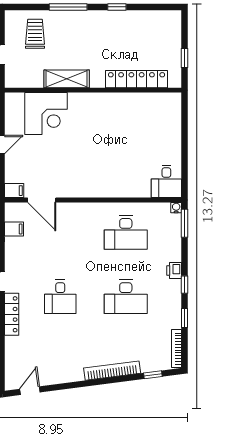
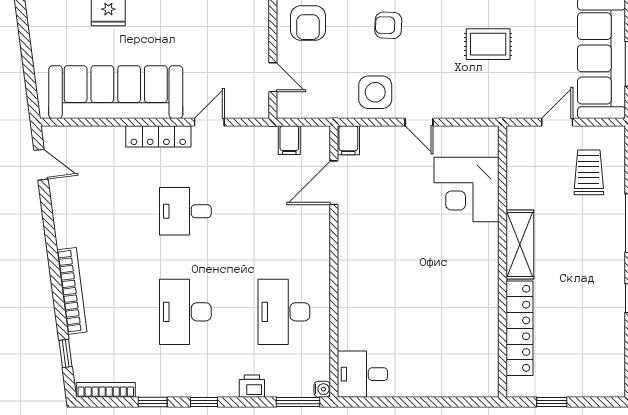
trolley: (35, 34) -> (589, 172), turned -90
shelving: (67, 79) -> (520, 244), moved
printer: (174, 271) -> (252, 386), moved

